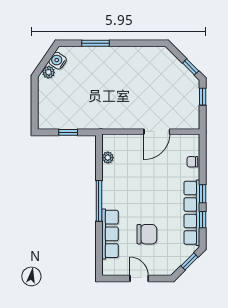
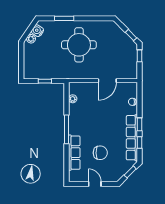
round table: (117, 81) -> (79, 45), added

